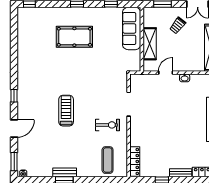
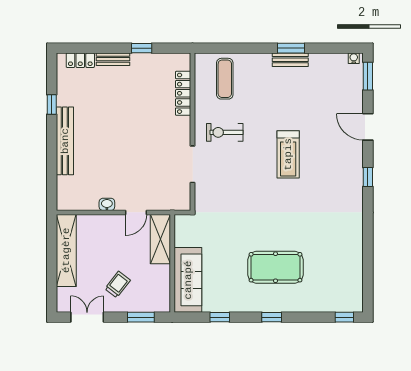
shelving: (150, 44) -> (160, 239), moved
door: (14, 129) -> (368, 127), hinge flipped
locker: (135, 161) -> (183, 93), moved

